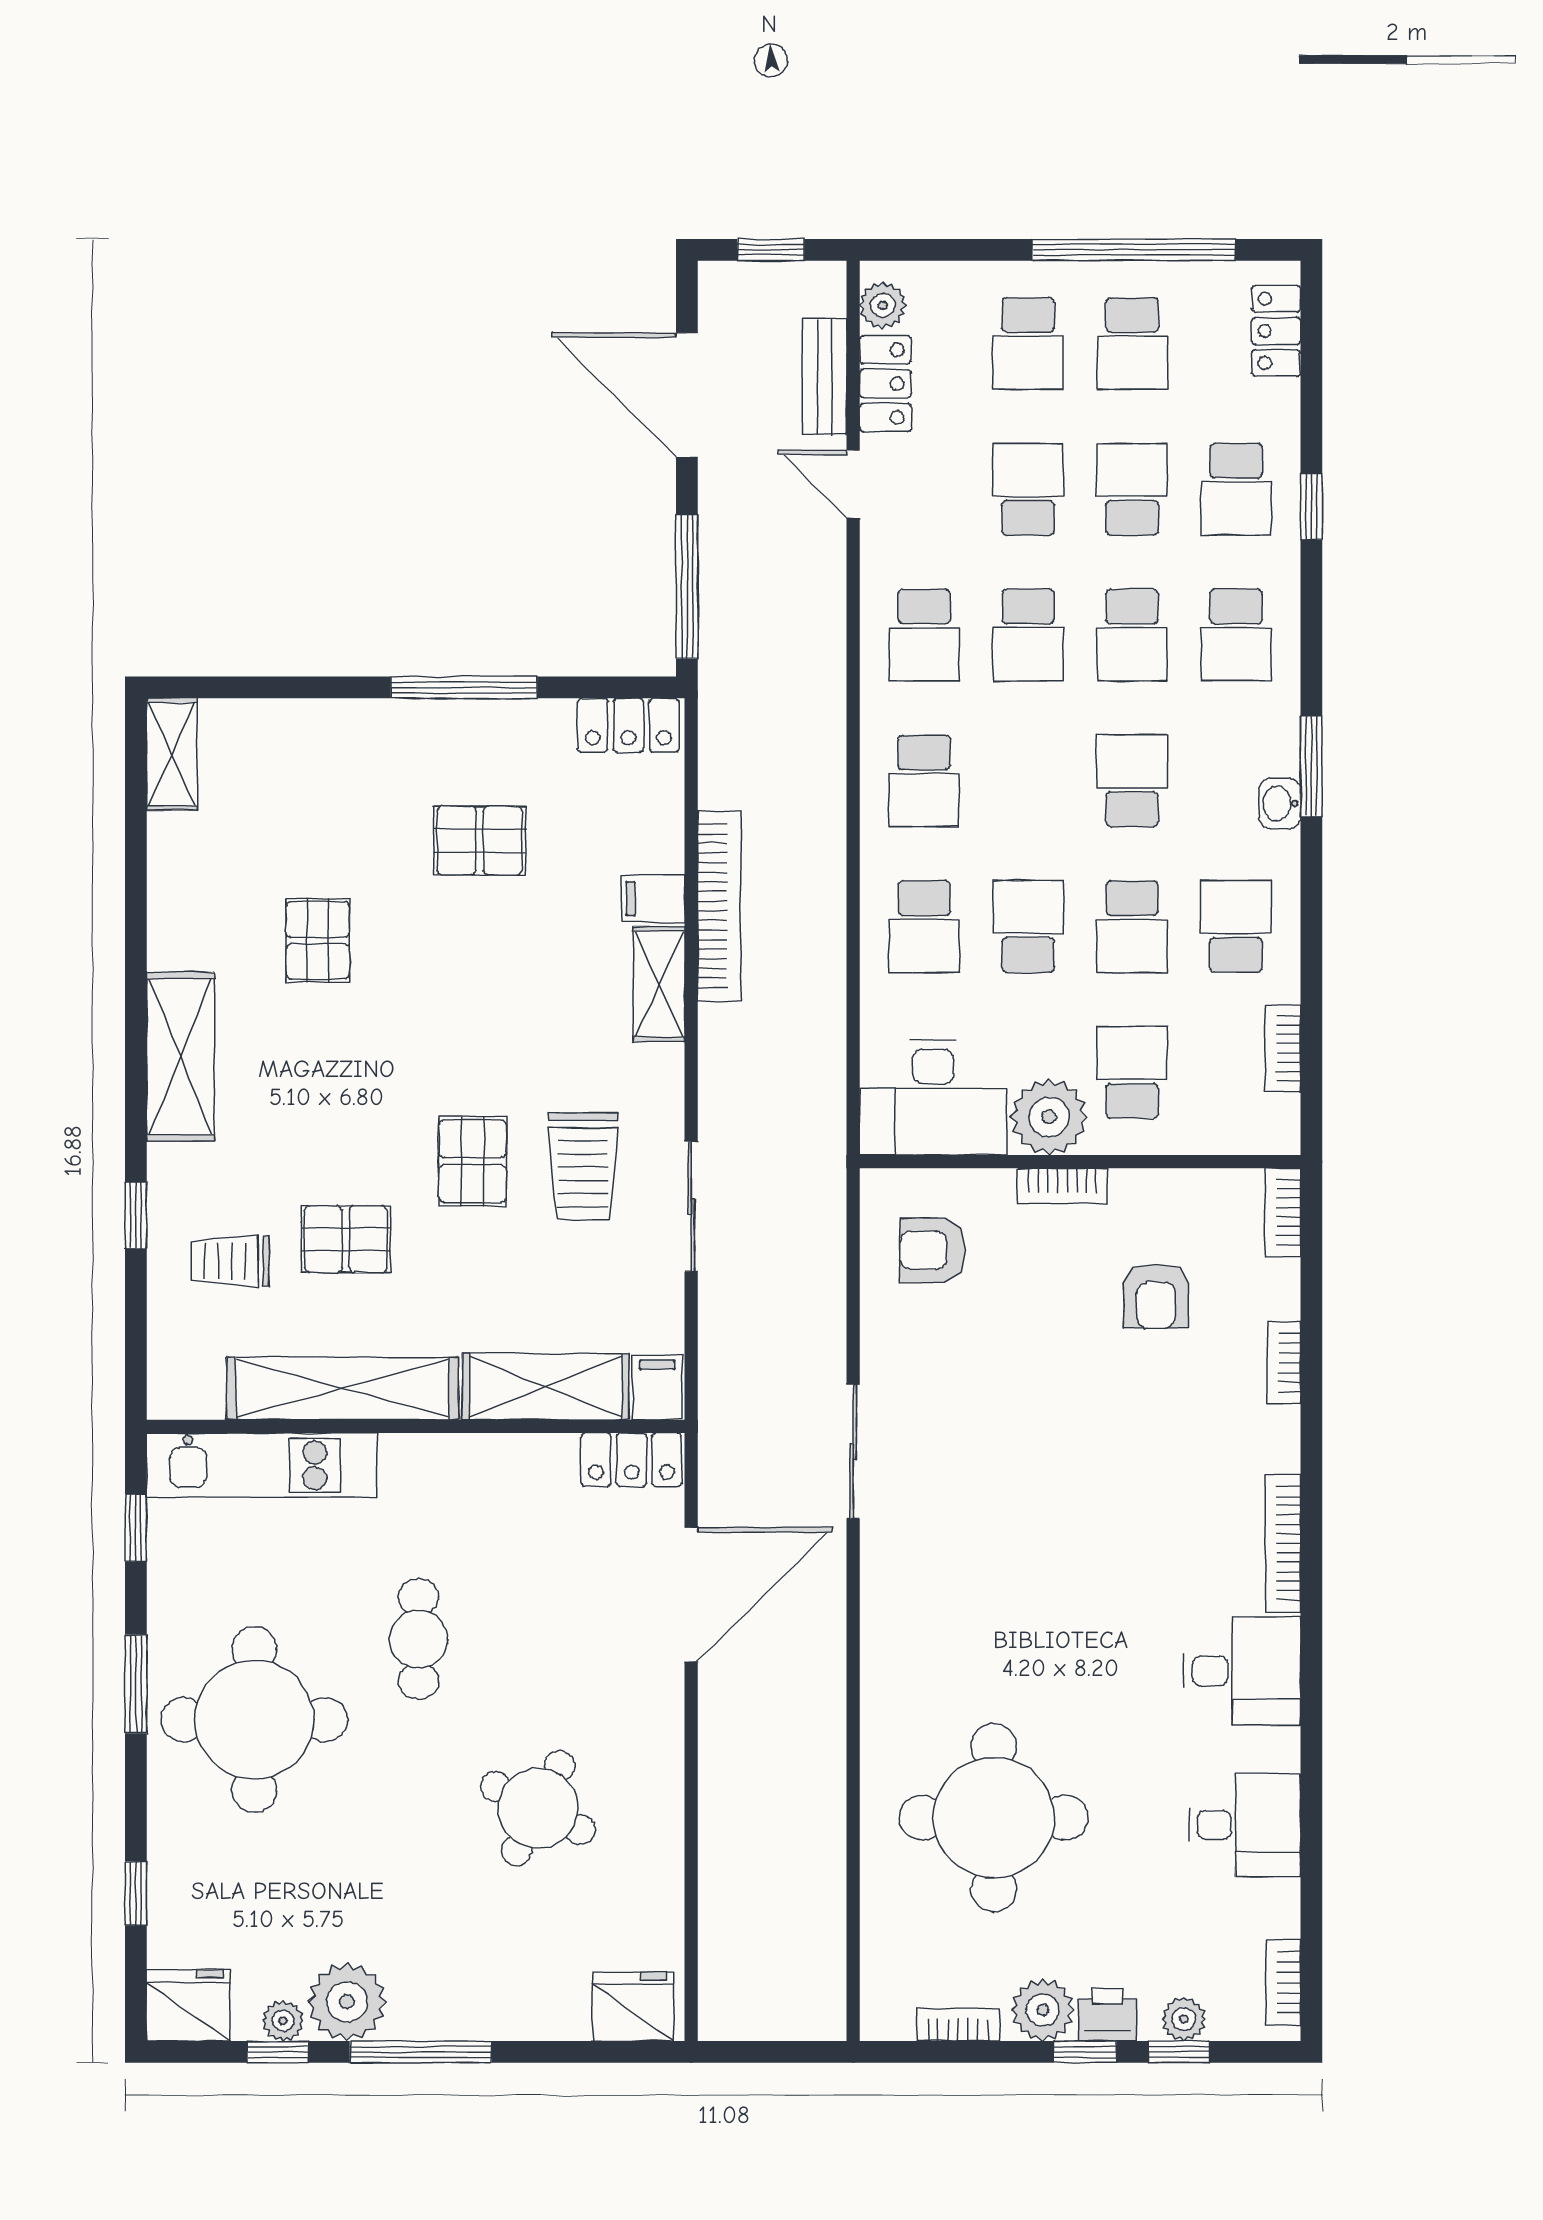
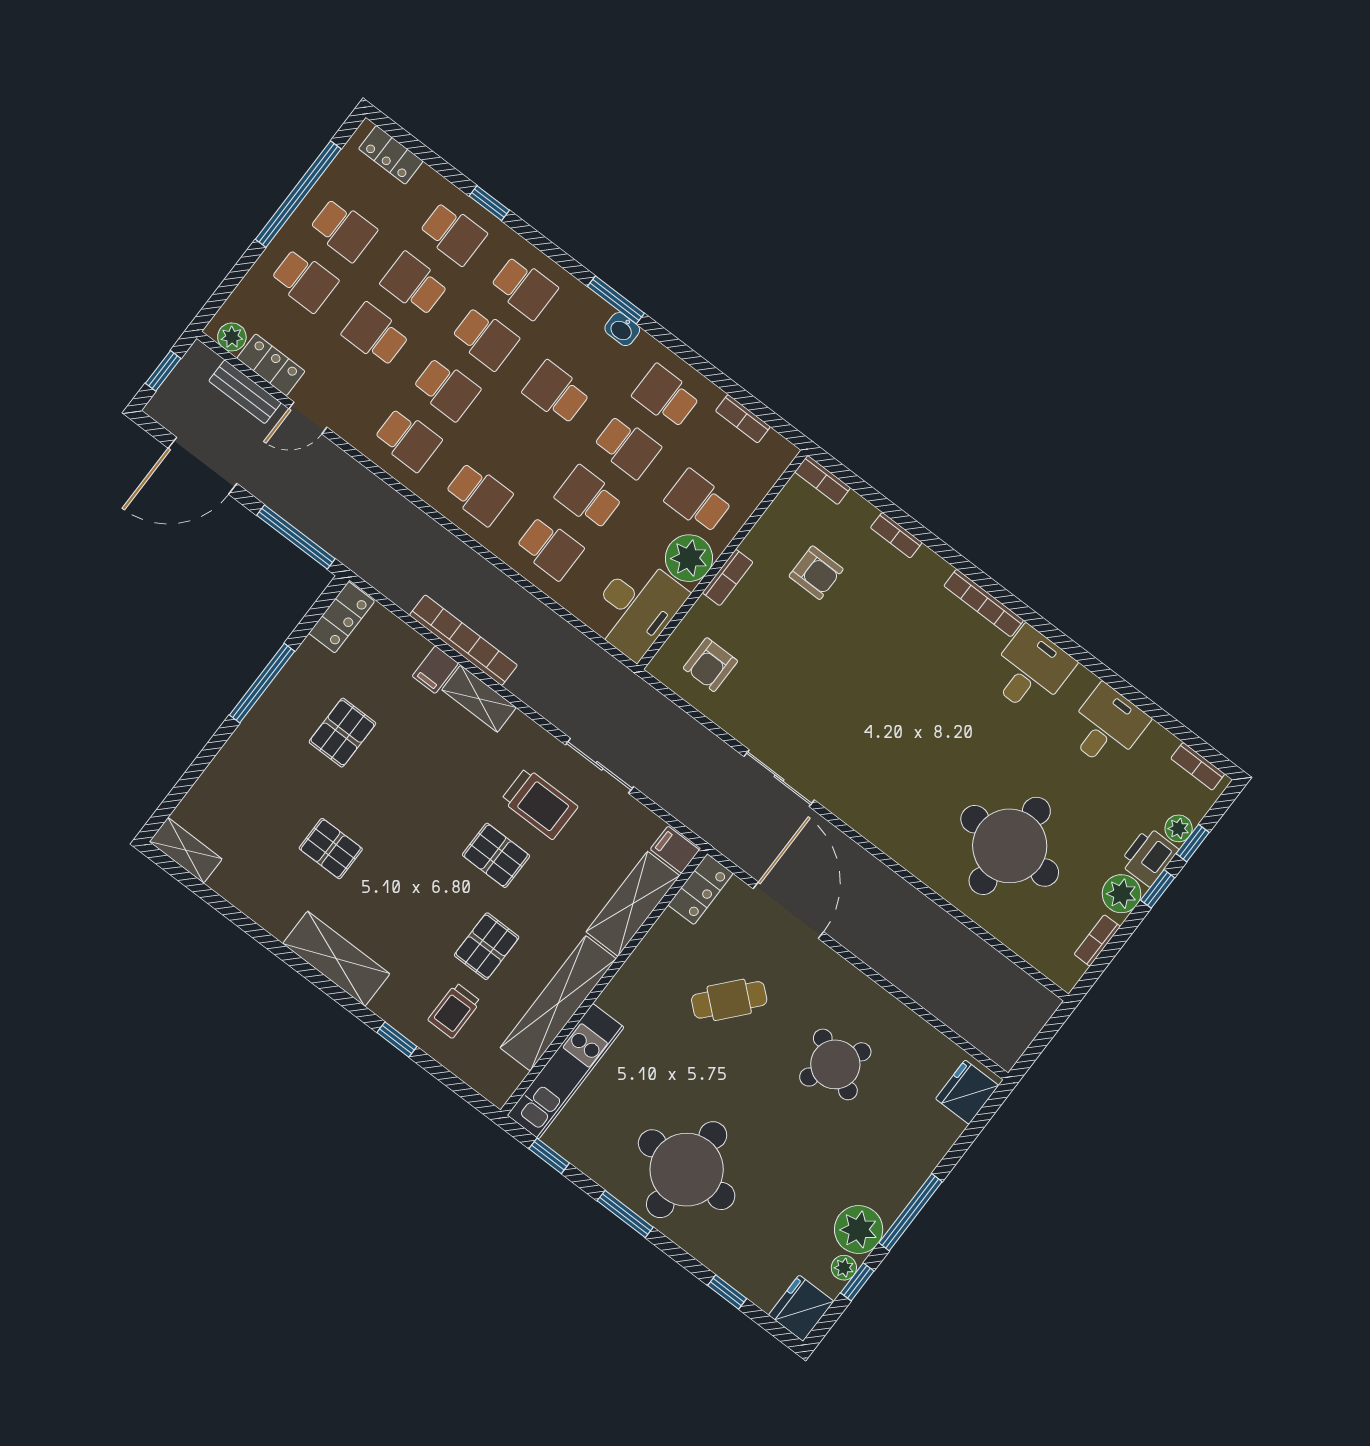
cafe table: (418, 1639) -> (729, 1000), moved, turned -49
printer: (1107, 2015) -> (1149, 857), width x1.36, depth x1.24

